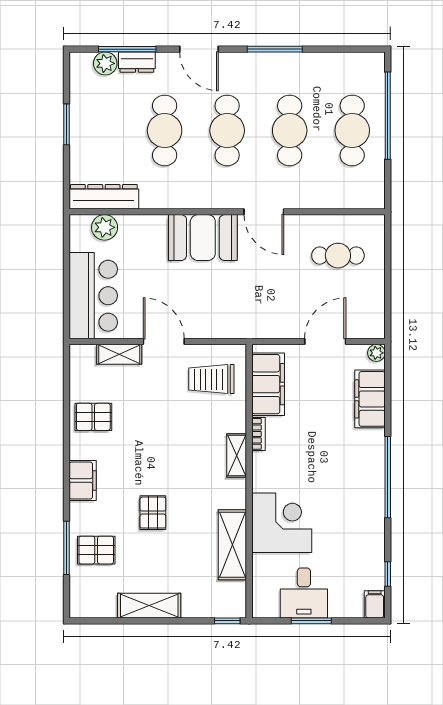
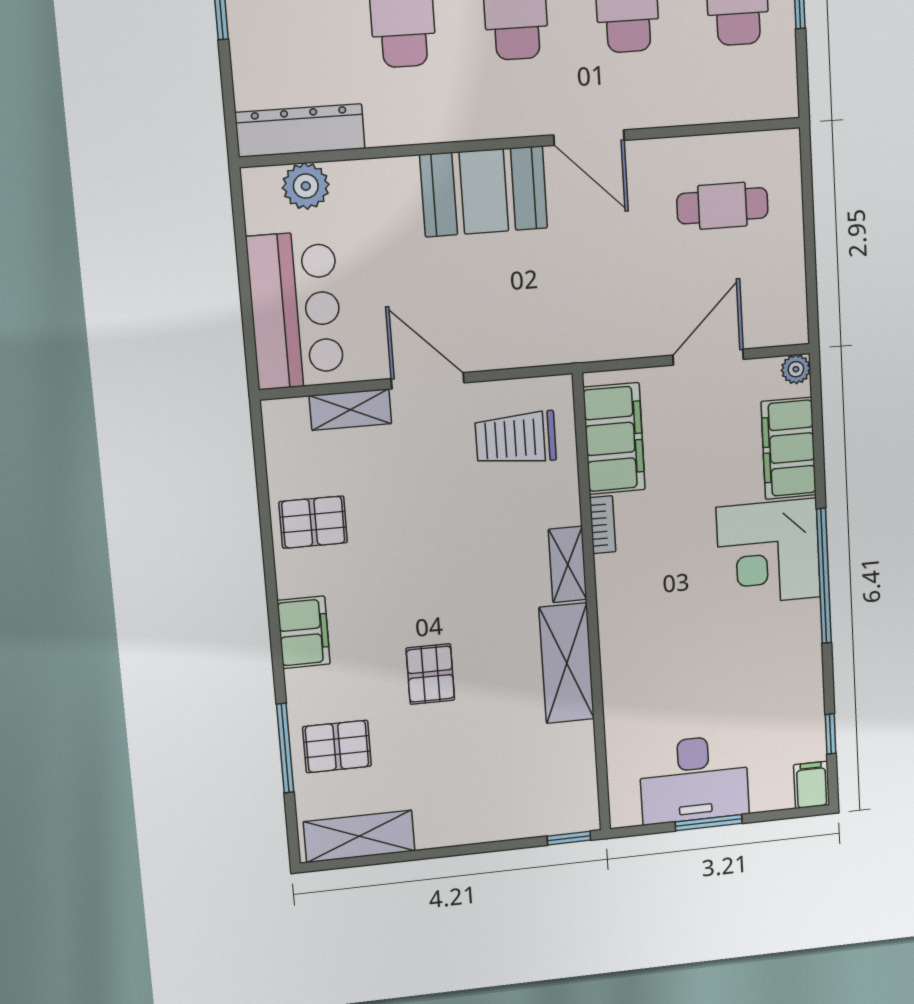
corner desk: (282, 523) -> (768, 552), moved, turned 180
shelving: (232, 545) -> (567, 663), moved
desk: (304, 593) -> (694, 779), width x1.37
shelving: (149, 606) -> (359, 836), moved

